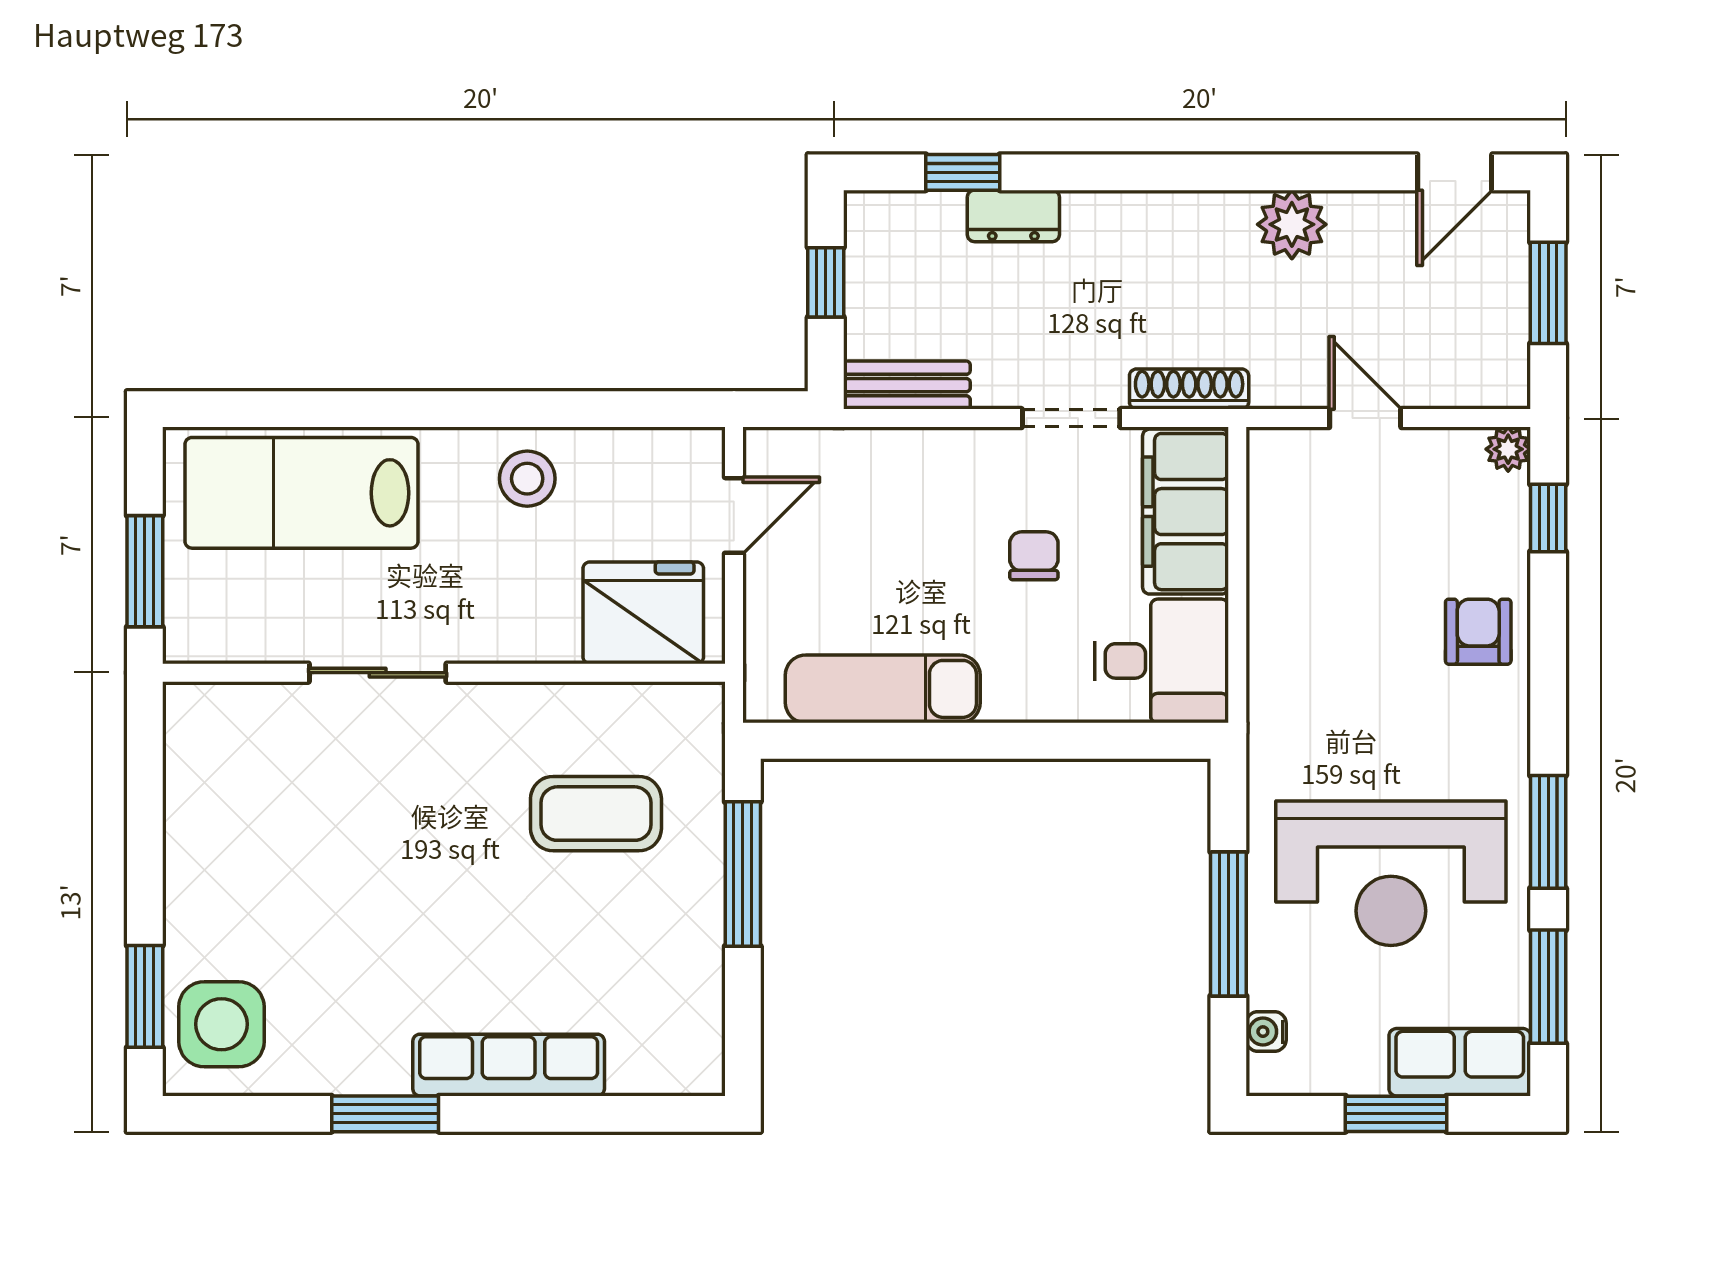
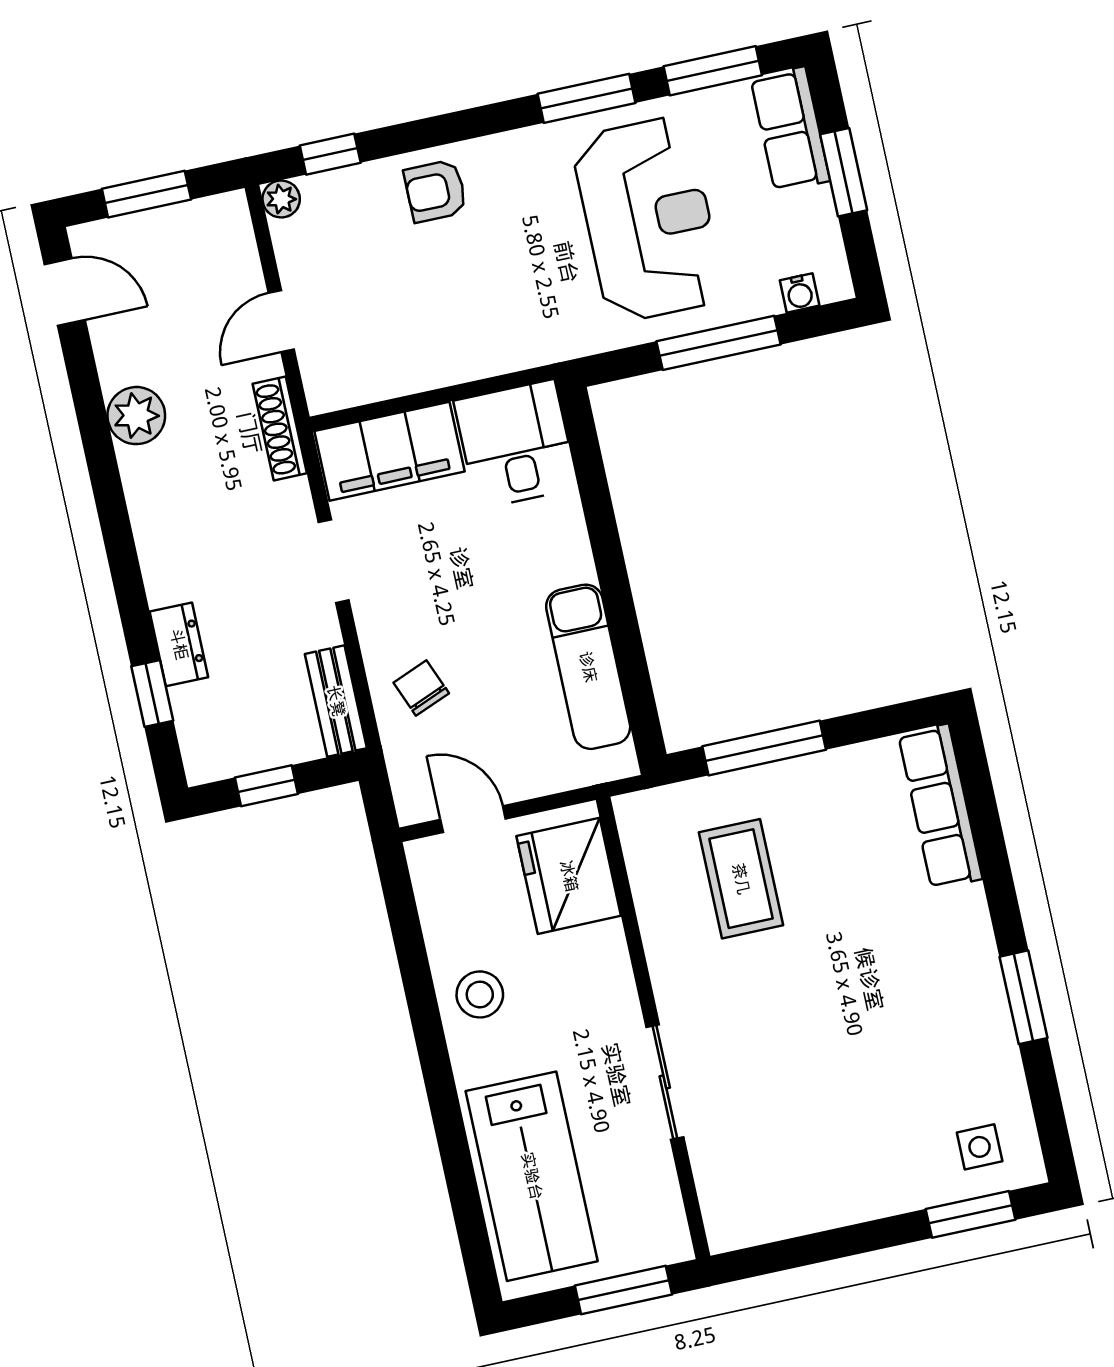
shoe rack: (1189, 389) -> (280, 429), moved
chair: (1034, 556) -> (421, 688), moved, turned 68
side table: (221, 1024) -> (980, 1147), width x0.54, depth x0.54
row of seats: (509, 1065) -> (940, 807), moved

